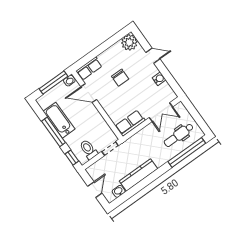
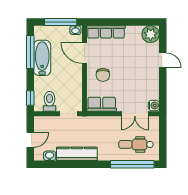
row of seats: (89, 69) -> (106, 32), width x1.48
chair: (120, 78) -> (103, 75), moved
water cooler: (159, 79) -> (154, 105), moved
window: (53, 132) -> (30, 52), moved

